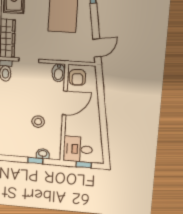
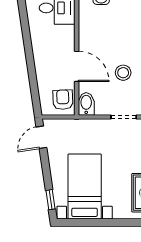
door: (65, 103) -> (77, 66), swing flipped
stool: (38, 122) -> (123, 73), moved

